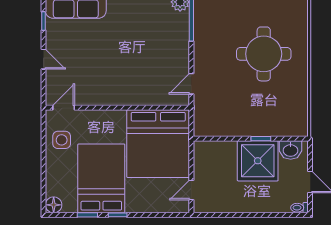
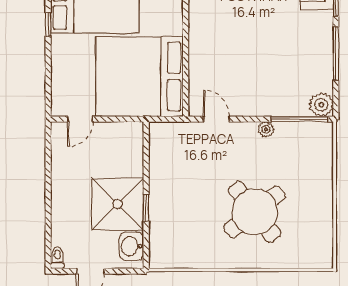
plant: (199, 45) -> (266, 129), added
round table: (264, 54) -> (255, 212), turned -38
door: (191, 190) -> (80, 119), swing flipped

